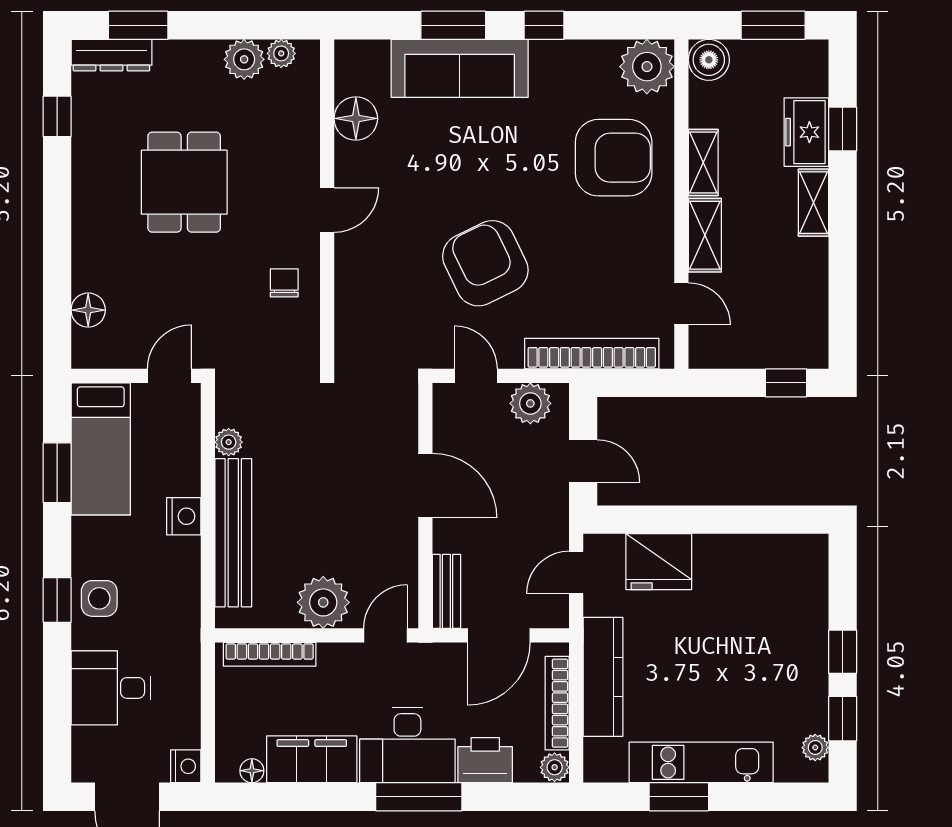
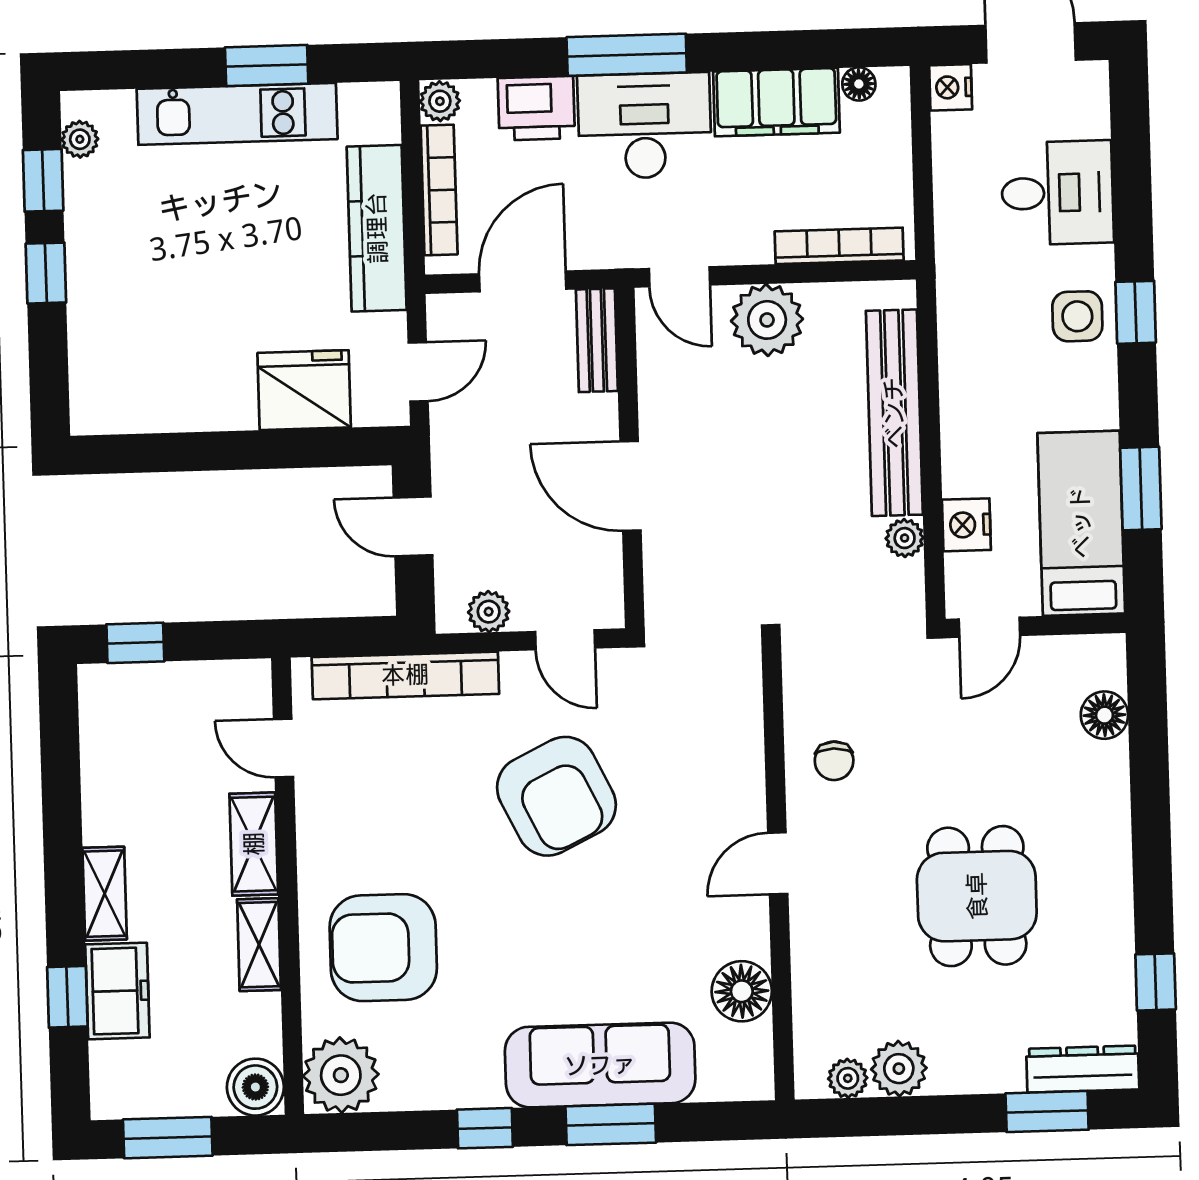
plant: (530, 403) -> (489, 612), width x0.73, depth x0.73
nightstand: (184, 516) -> (966, 525), moved
door: (385, 635) -> (680, 277), hinge flipped

